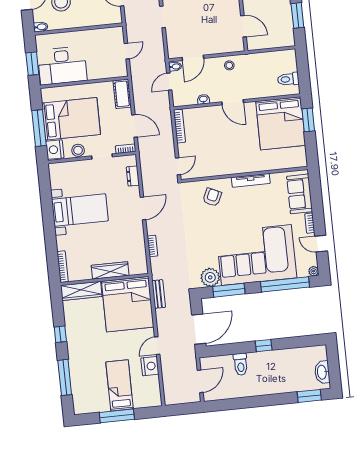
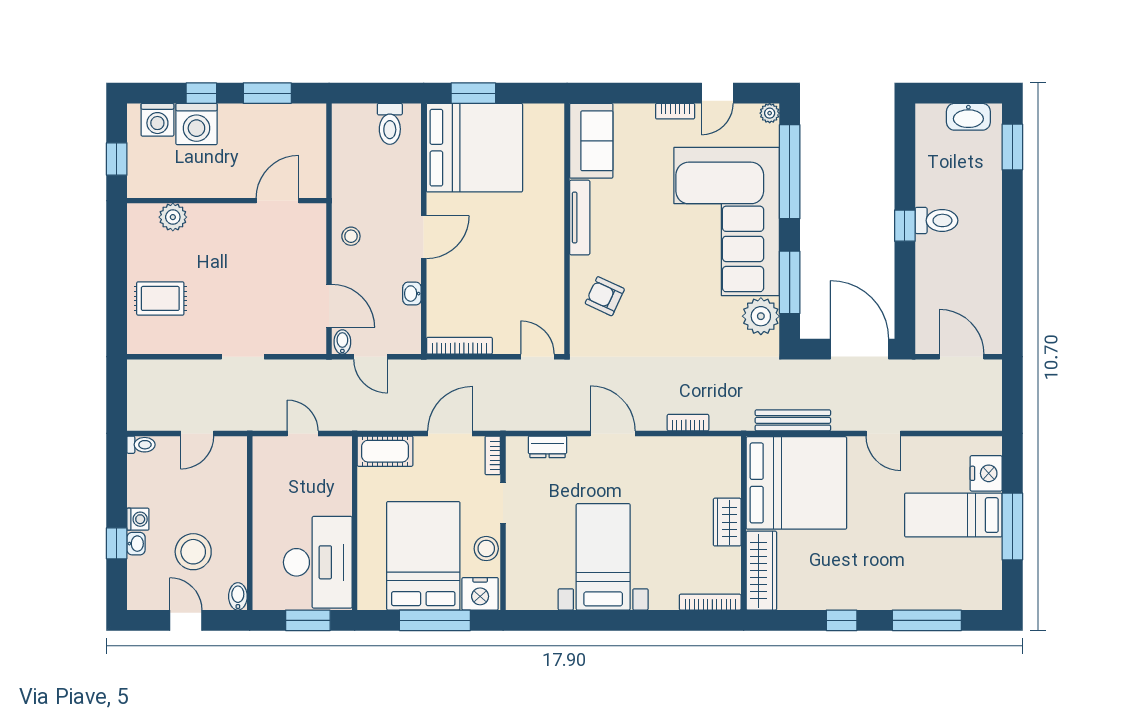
sofa: (300, 194) -> (591, 141), moved, turned -90
wardrobe: (110, 270) -> (727, 522), width x0.67
bench: (159, 294) -> (793, 420), width x1.36
toilet: (241, 364) -> (936, 220), moved
nightstand: (150, 366) -> (986, 473), moved, turned 90

